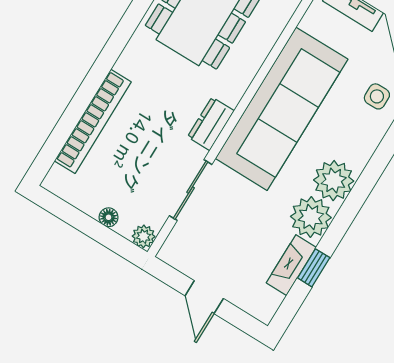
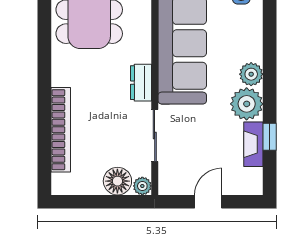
plant: (334, 181) -> (251, 74), width x0.73, depth x0.73
floor lamp: (109, 217) -> (117, 181), width x1.89, depth x1.89
door: (204, 297) -> (208, 202), swing flipped

